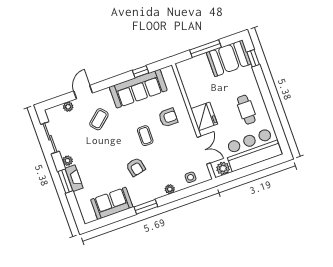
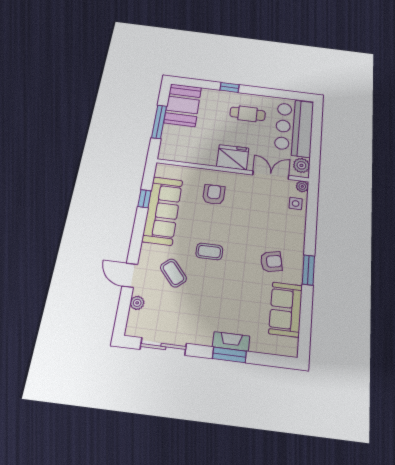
window: (253, 58) -> (230, 87), moved
coffee table: (145, 136) -> (209, 252), moved
plant: (68, 161) -> (205, 338), removed
armchair: (136, 167) -> (271, 262), moved
plant: (170, 189) -> (302, 186), moved

